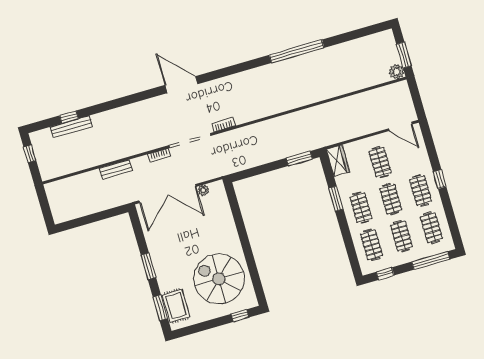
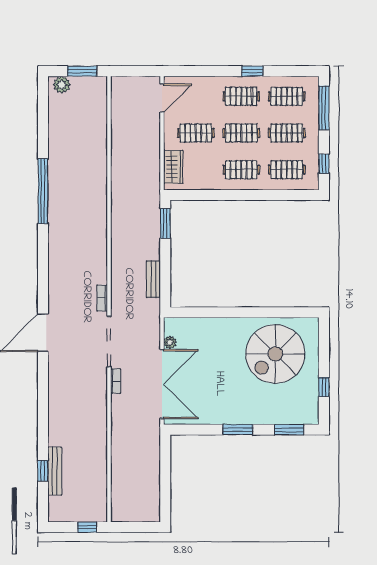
plant: (397, 72) -> (62, 85), moved
window: (30, 154) -> (87, 527), moved
wardrobe: (338, 161) -> (173, 167), moved, turned 90
bench: (116, 169) -> (153, 279), moved
window: (440, 179) -> (252, 71), moved
window: (336, 199) -> (223, 195), removed
rug: (176, 306) -> (292, 411), removed
window: (240, 316) -> (324, 387), moved

